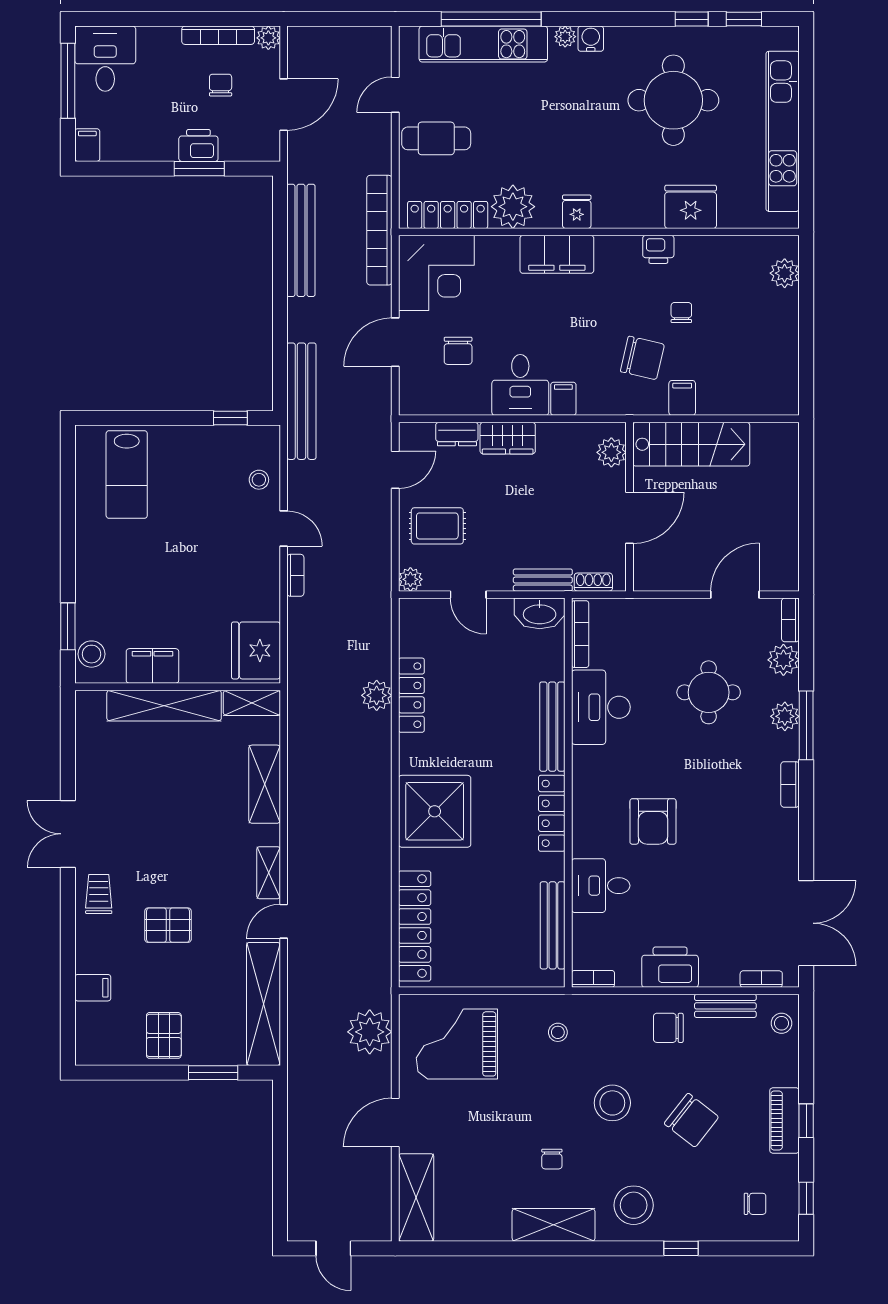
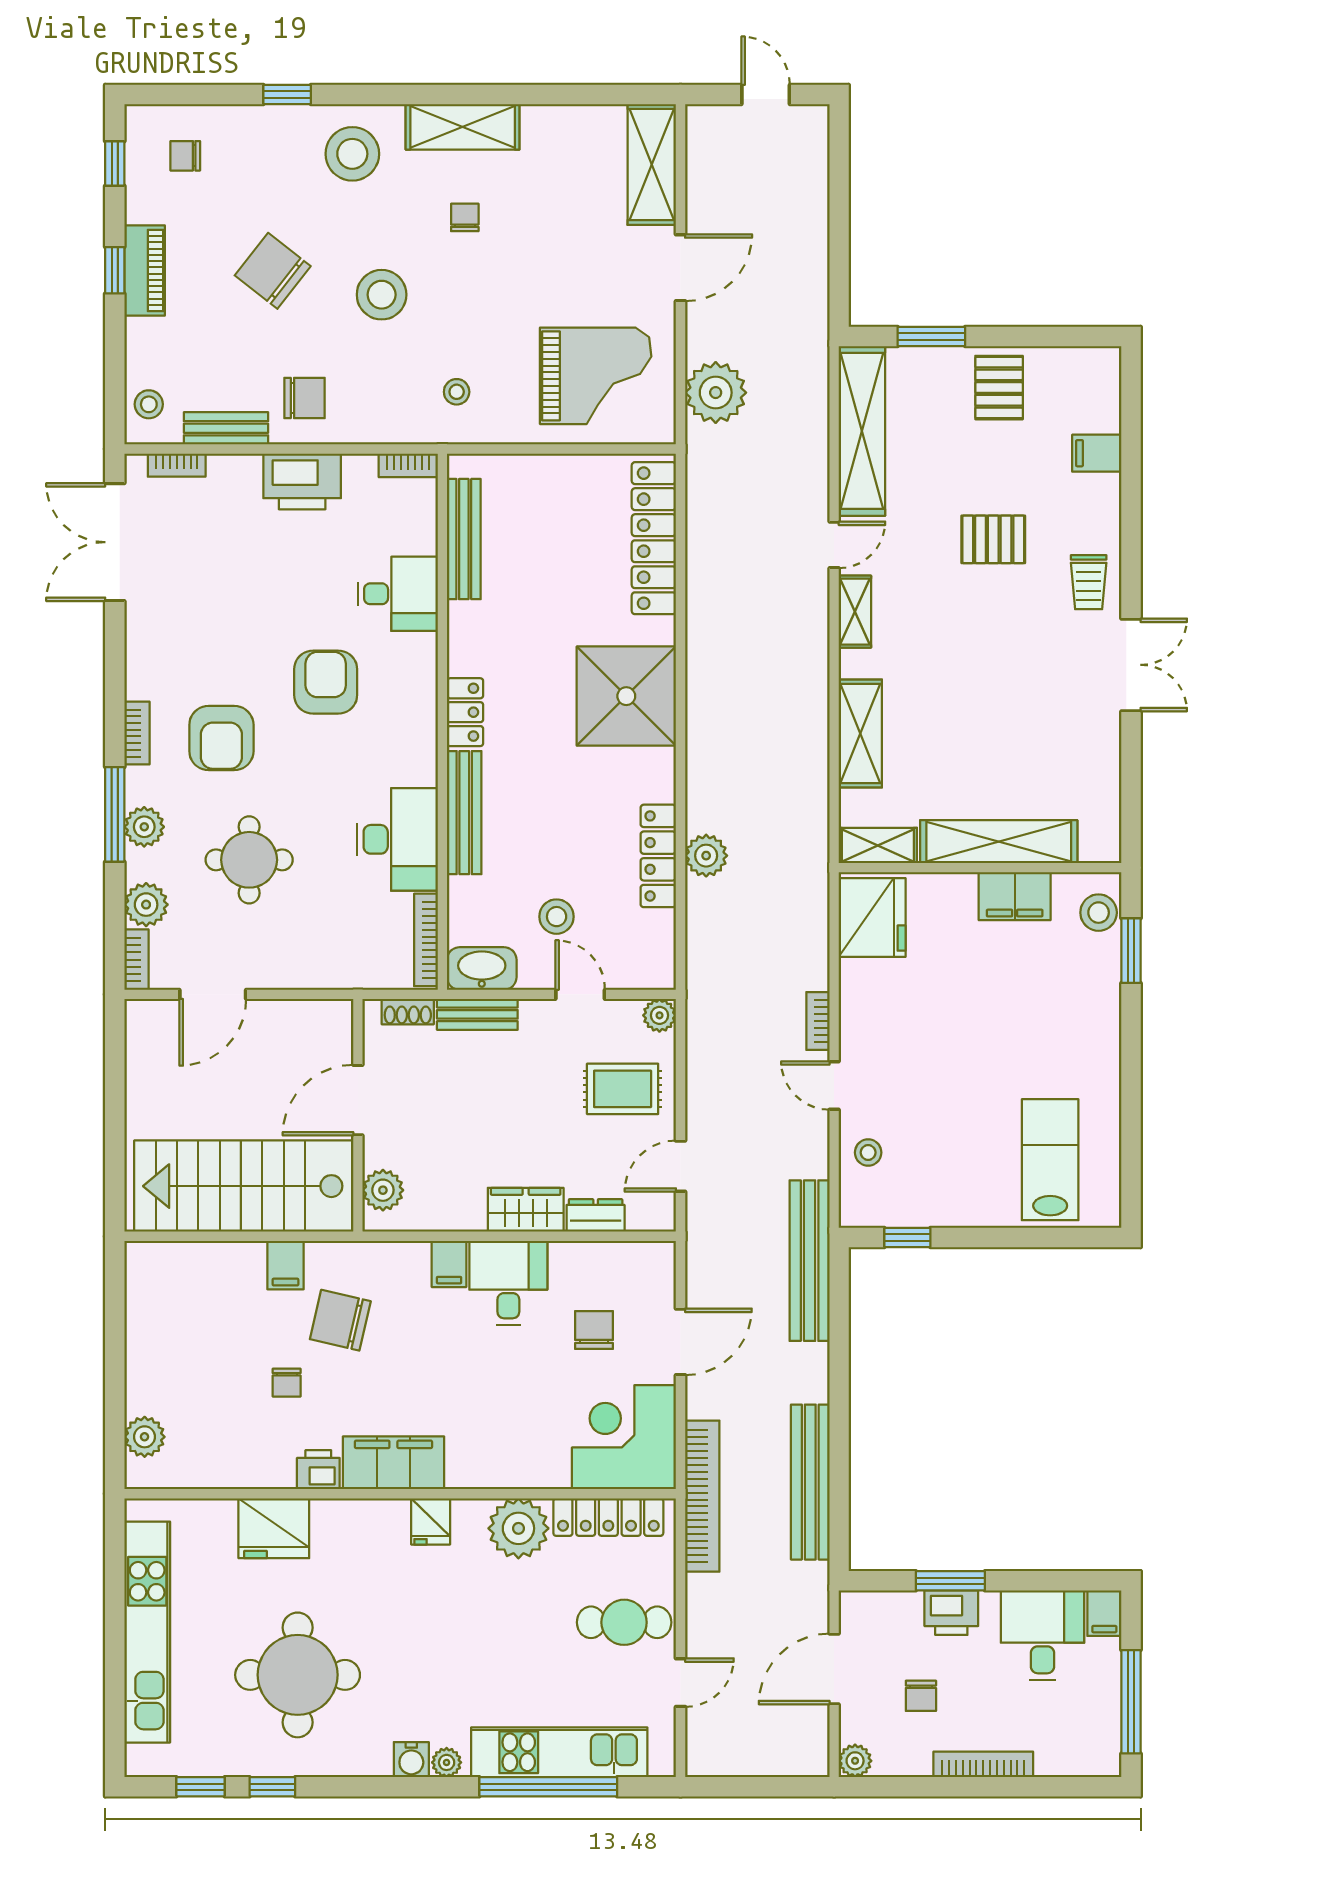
bookcase: (218, 35) -> (983, 1764), moved
desk: (105, 59) -> (1042, 1635), moved, turned 180
filing cabinet: (557, 254) -> (393, 1463), moved
stairs: (691, 444) -> (244, 1186), width x1.36, depth x1.51
stool: (485, 651) -> (557, 917), added
armchair: (729, 781) -> (221, 738), added
locker: (552, 813) -> (465, 712), width x0.66

